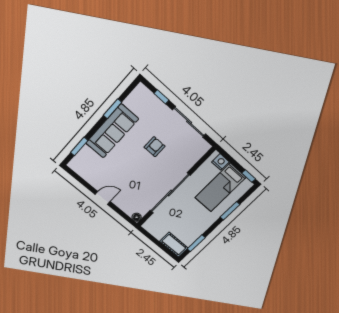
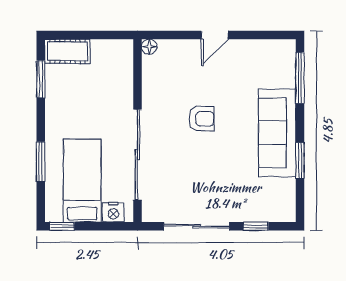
window: (79, 146) -> (300, 78), width x1.44
armchair: (155, 147) -> (201, 119), moved, turned -90
sliding door: (170, 193) -> (137, 155), moved

